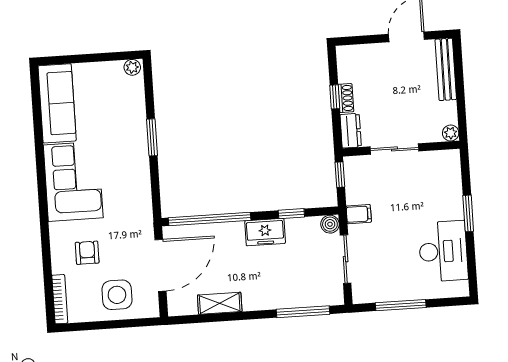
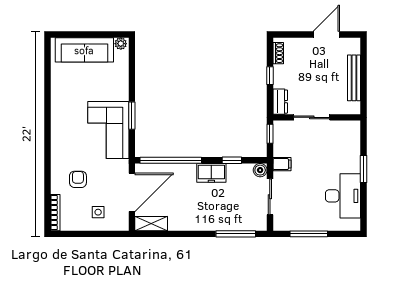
bench: (446, 69) -> (354, 78), moved
shoe rack: (346, 98) -> (278, 53), moved
sofa: (57, 103) -> (84, 50), moved, turned 90
plant: (451, 133) -> (354, 108), removed
window: (152, 137) -> (132, 116), moved
corner sofa: (73, 181) -> (108, 130), moved, turned 180
side table: (117, 295) -> (98, 212), width x0.54, depth x0.54
shelving: (220, 303) -> (151, 224), moved

